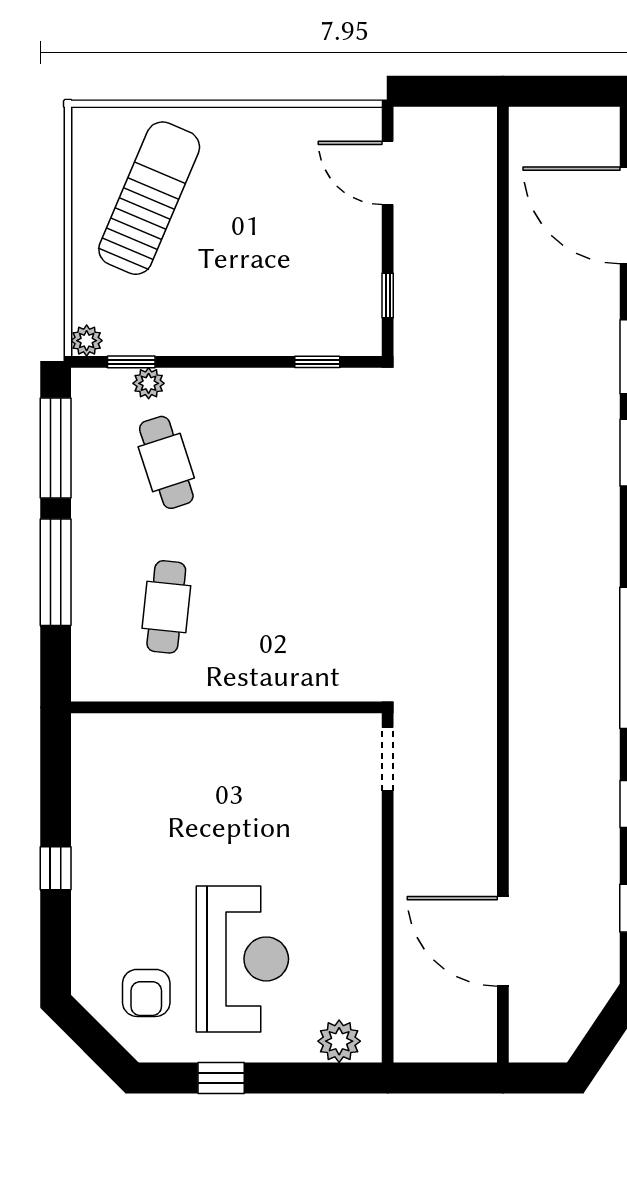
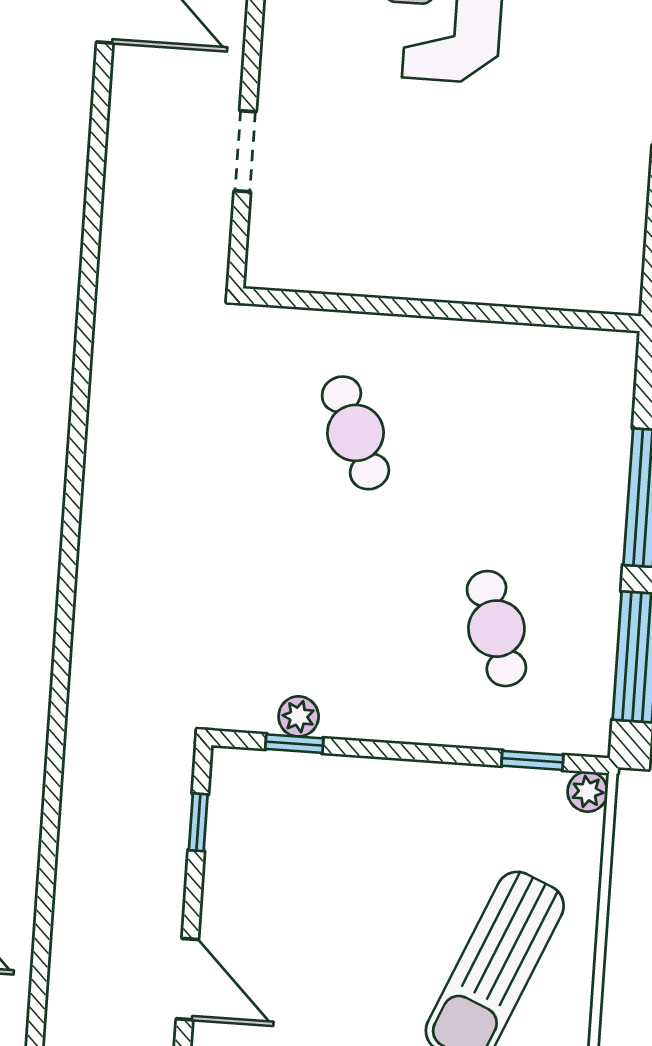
plant: (149, 383) -> (299, 716), moved
cafe table: (166, 607) -> (355, 433), moved, turned -30
doorway: (388, 759) -> (245, 151), moved

